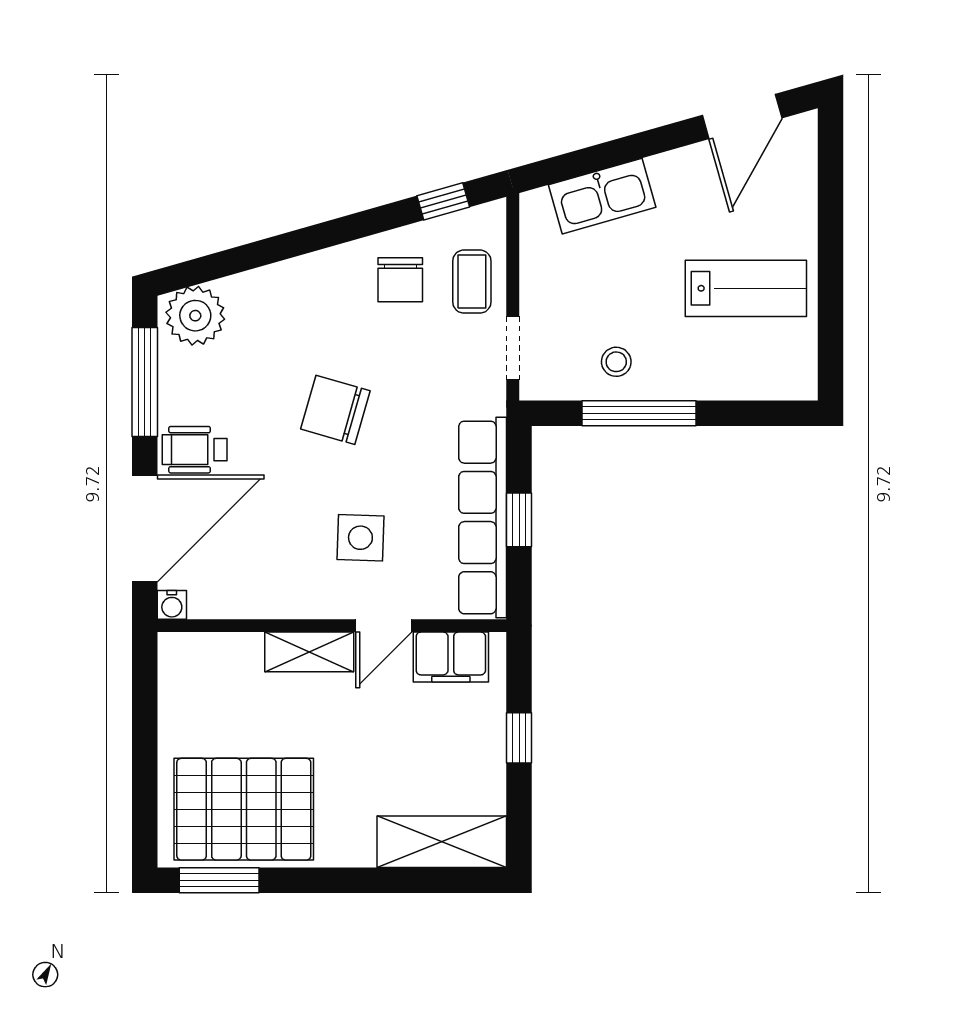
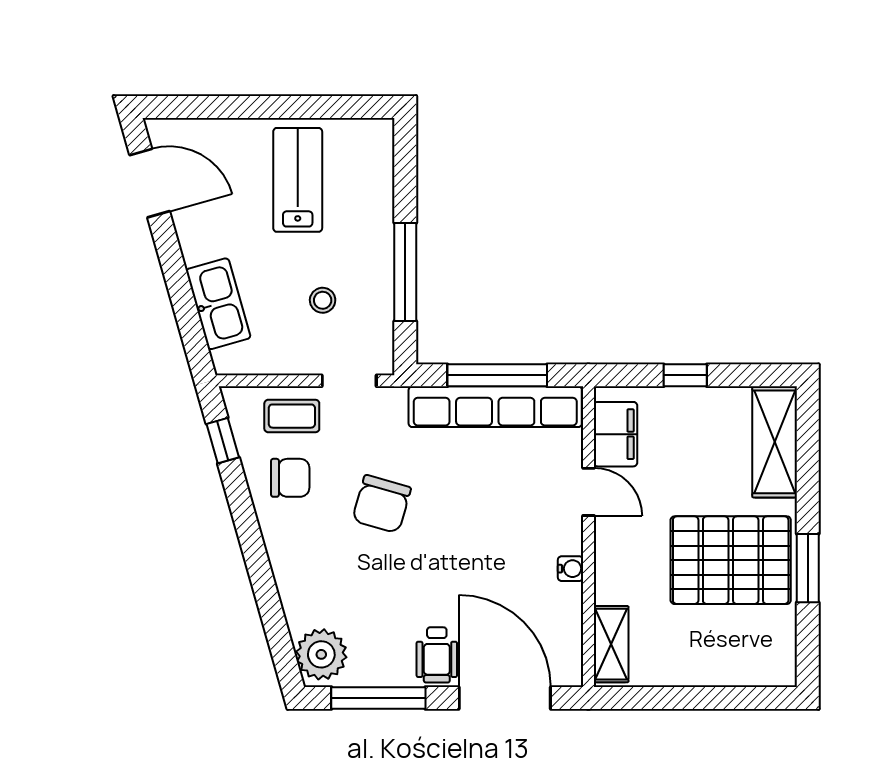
stool: (616, 362) -> (323, 300), moved
chair: (335, 410) -> (382, 504), moved
window: (519, 520) -> (497, 375), width x2.17
side table: (360, 538) -> (513, 512), removed
water cooler: (172, 605) -> (571, 569), moved
shelving: (309, 652) -> (611, 644), moved
pallet: (244, 809) -> (731, 560), moved, turned 90
window: (219, 880) -> (808, 568), moved

